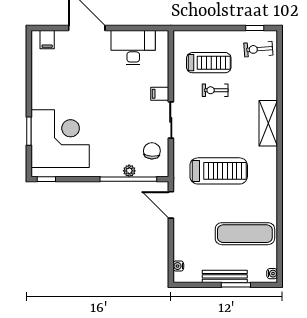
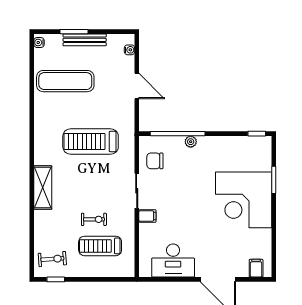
corner desk: (60, 139) -> (244, 200), moved
chair: (152, 151) -> (155, 161), turned 86
plant: (129, 171) -> (191, 142), moved
door: (171, 205) -> (137, 86), moved

